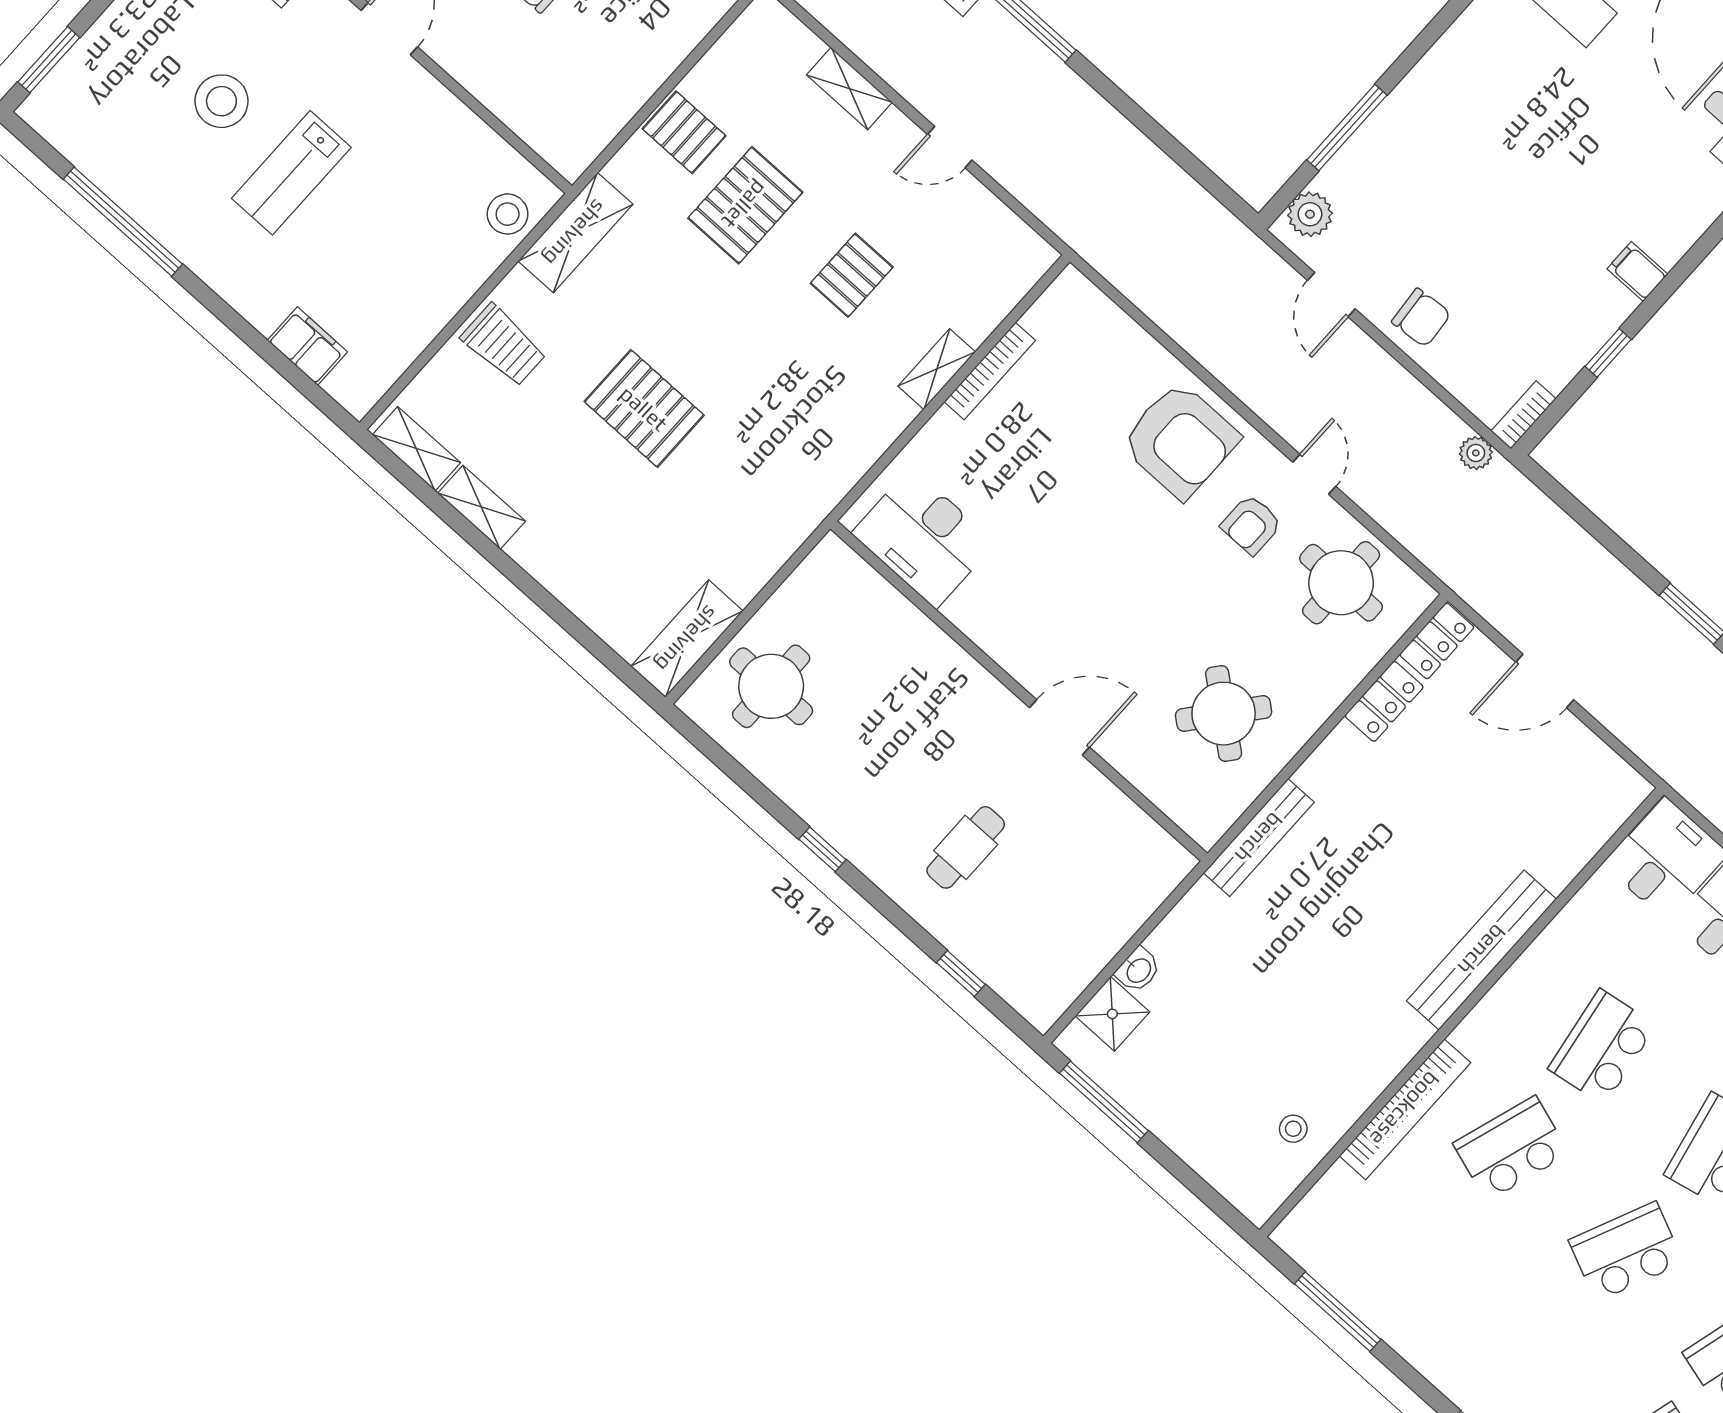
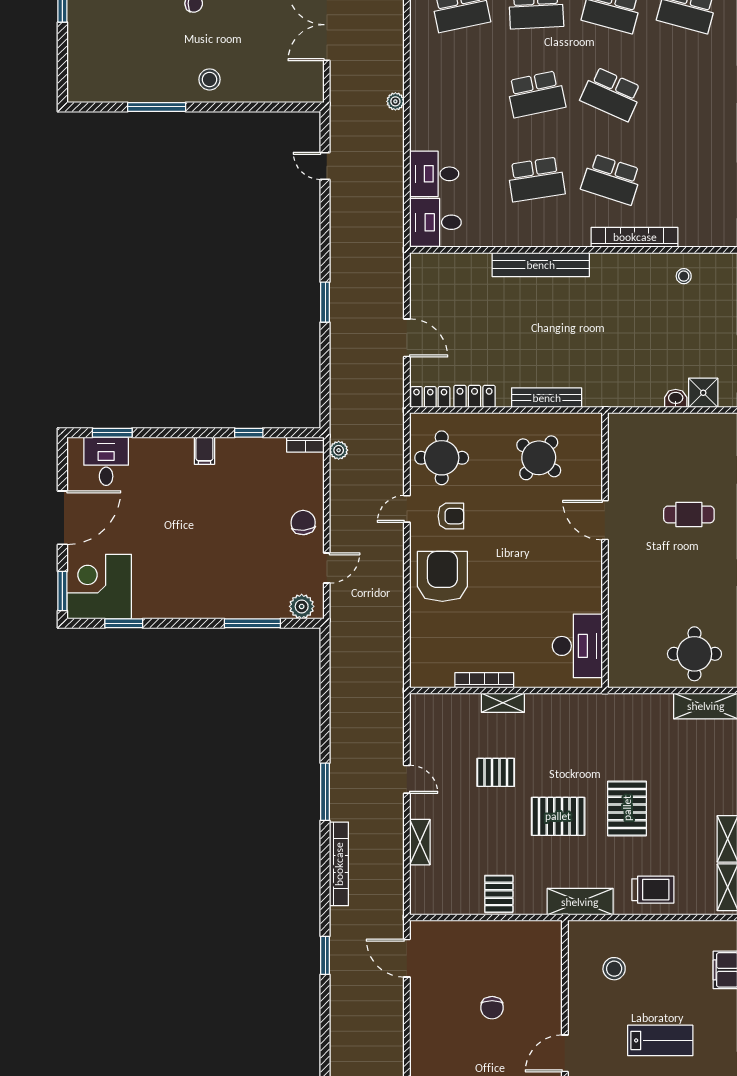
pallet: (745, 205) -> (558, 816), moved
stool: (508, 214) -> (614, 969), moved
trolley: (504, 345) -> (653, 890), turned 90
bench: (1259, 838) -> (547, 398), moved

